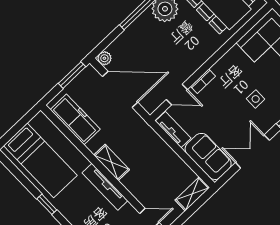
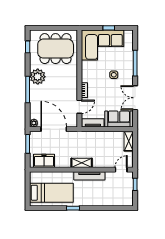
door: (120, 89) -> (54, 129), hinge flipped
freezer: (75, 119) -> (44, 161), width x0.71

